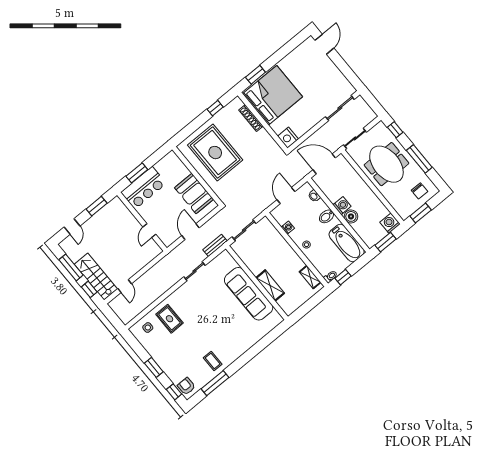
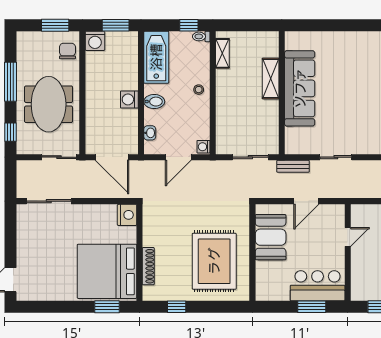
chair: (420, 191) -> (67, 51), moved
boiler: (351, 216) -> (129, 81), removed
washing machine: (288, 228) -> (203, 147), moved

